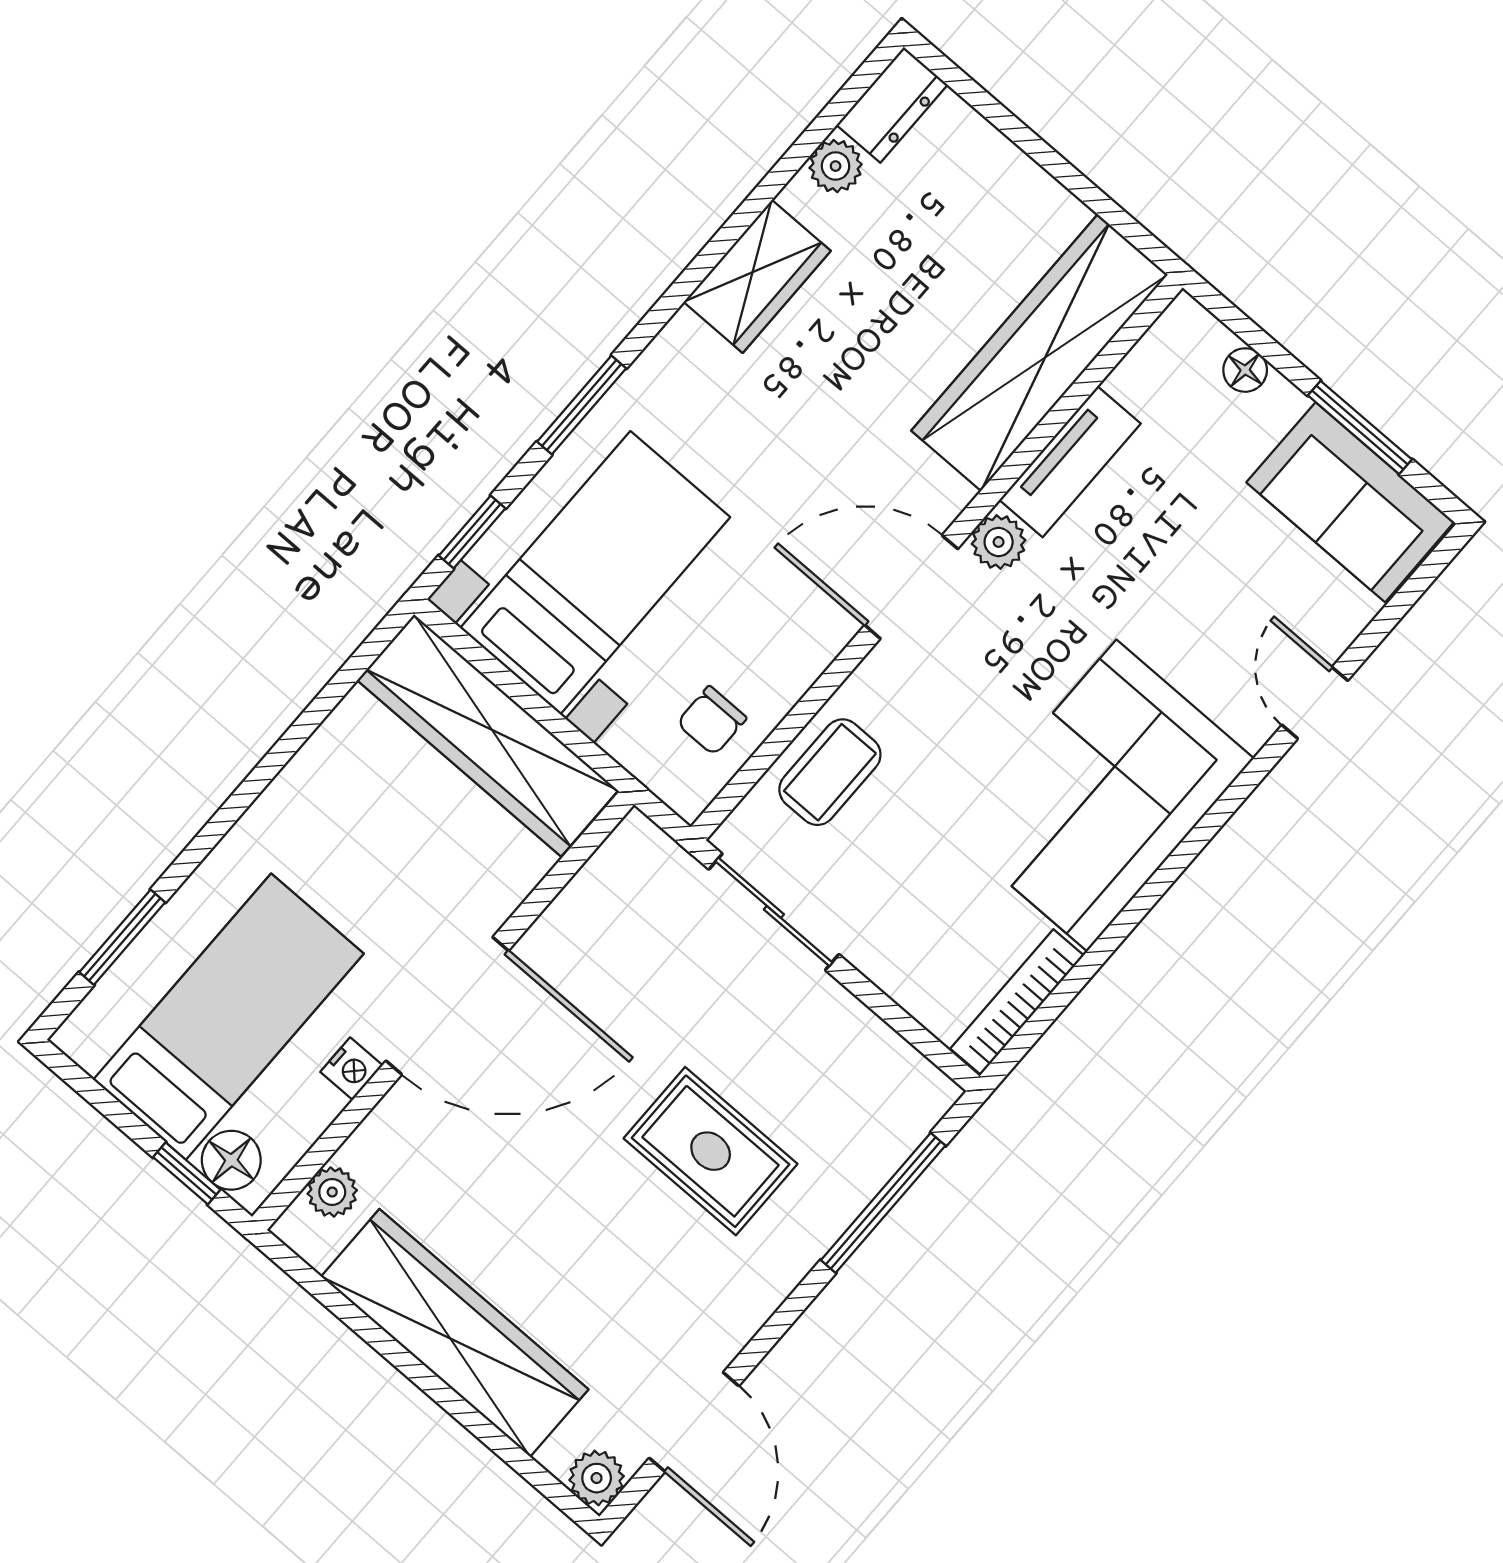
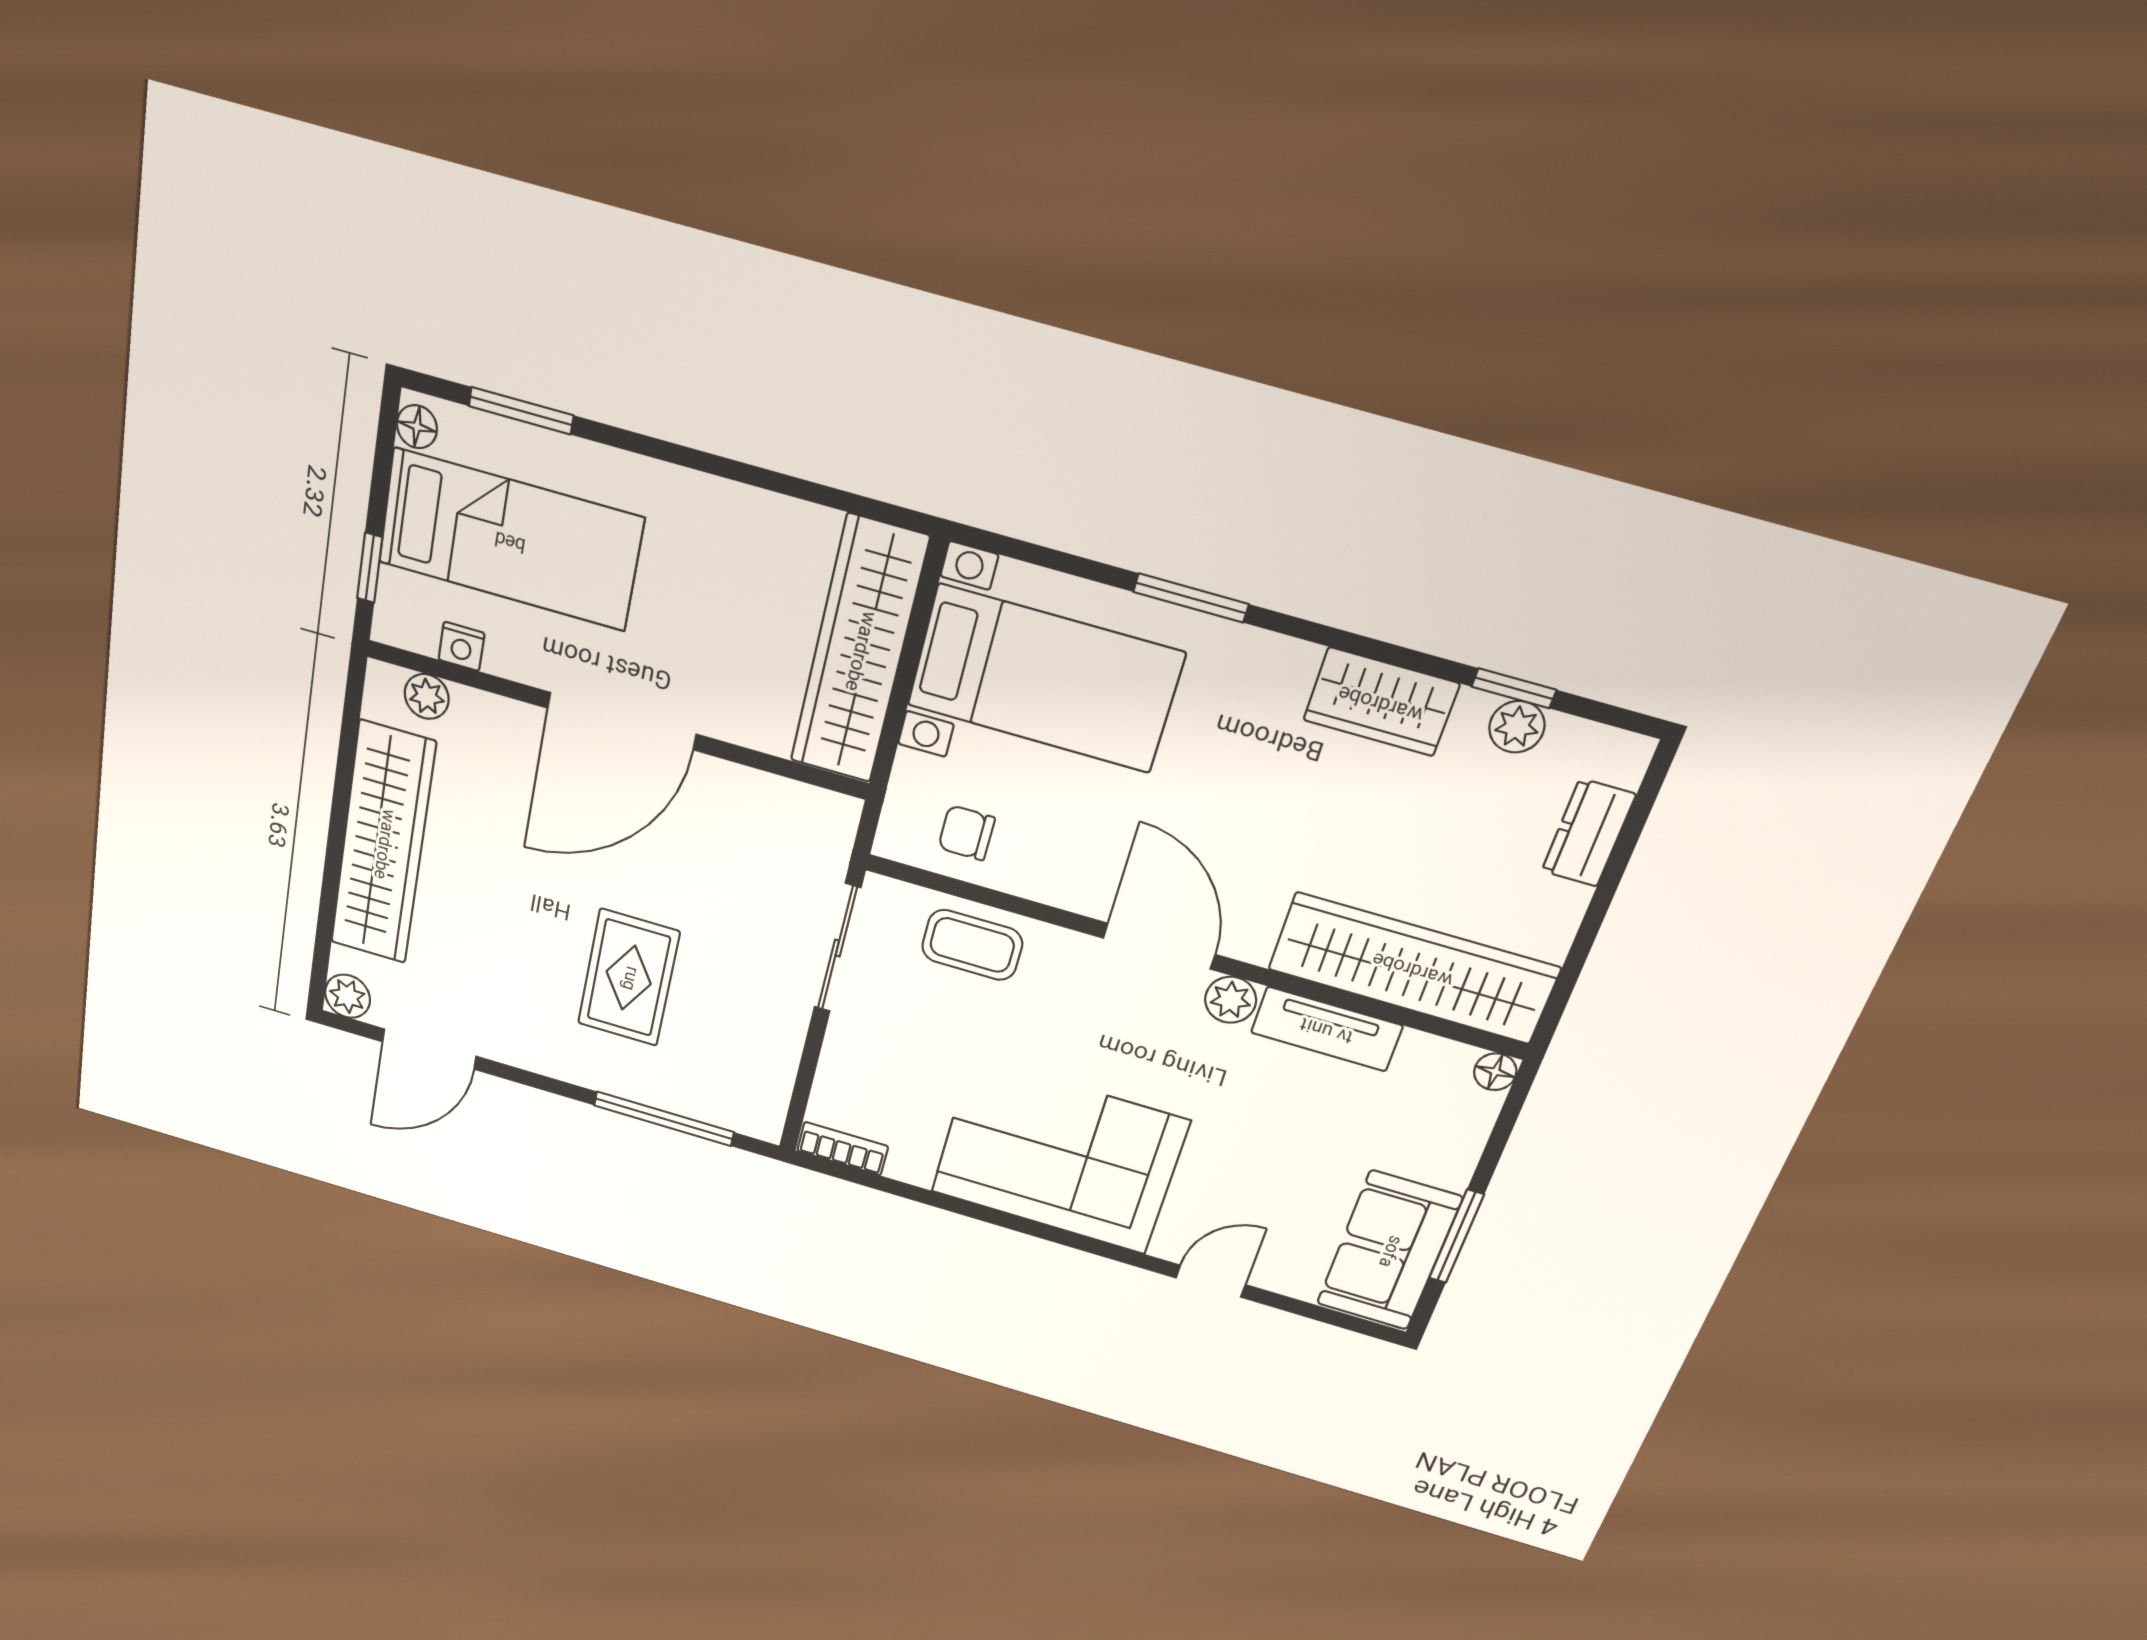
dresser: (892, 105) -> (1588, 833), moved, turned 90
floor lamp: (1245, 370) -> (1495, 1072), moved
window: (472, 532) -> (1514, 688), moved
bookcase: (1017, 1002) -> (843, 1149), width x0.64
door: (447, 1006) -> (622, 721), hinge flipped
nightstand: (351, 1069) -> (461, 646), moved
floor lamp: (231, 1160) -> (417, 427), moved, width x0.73, depth x0.73

